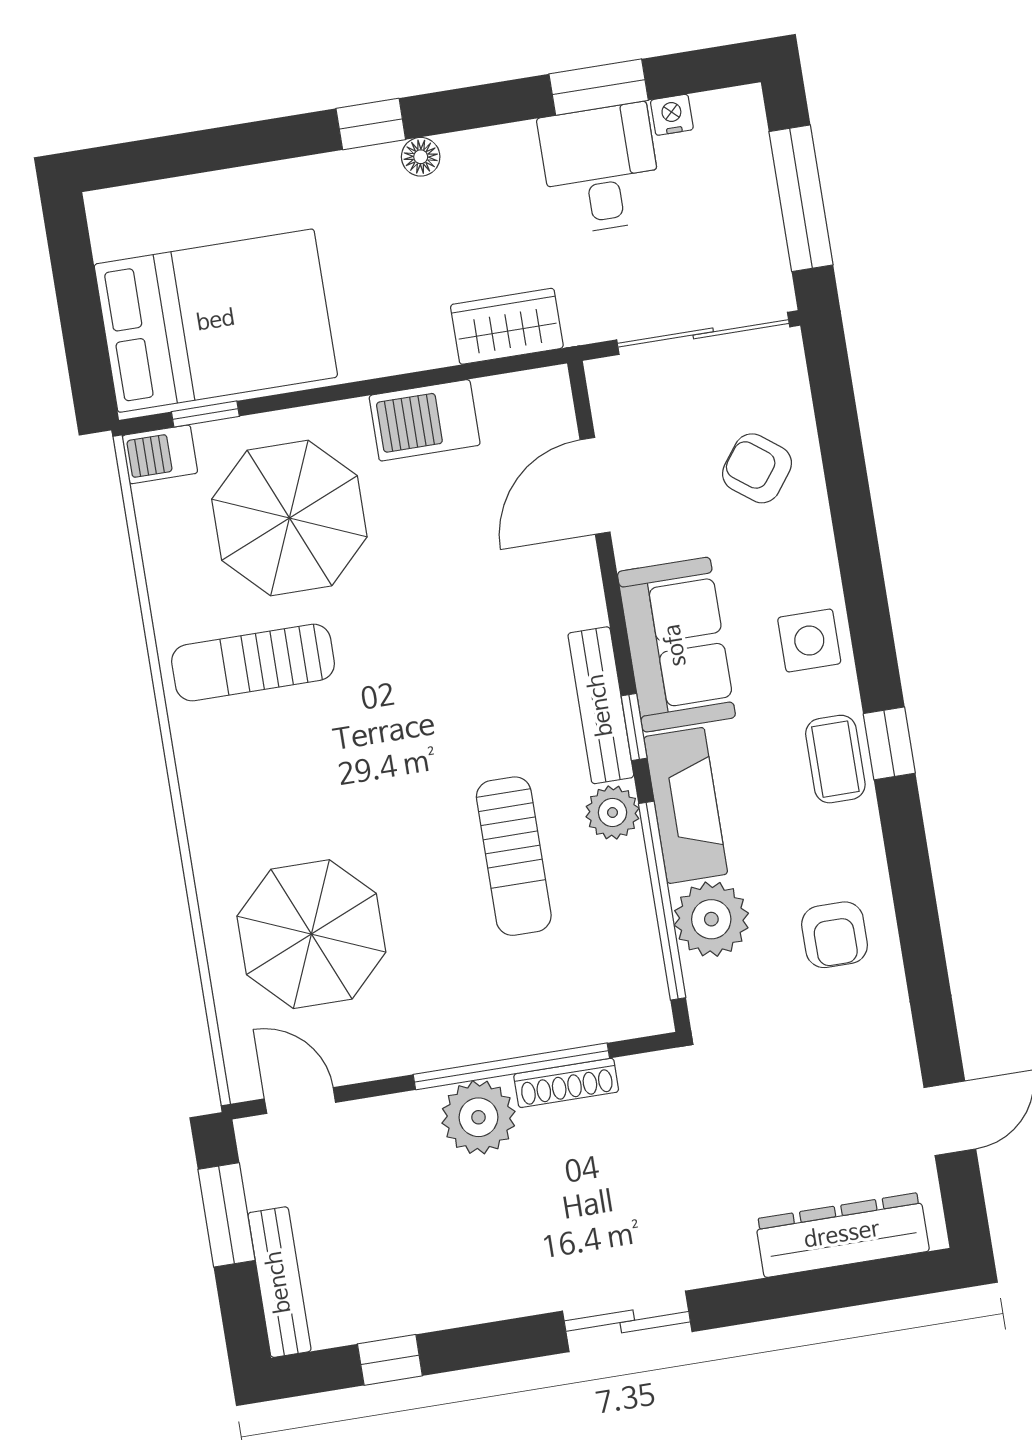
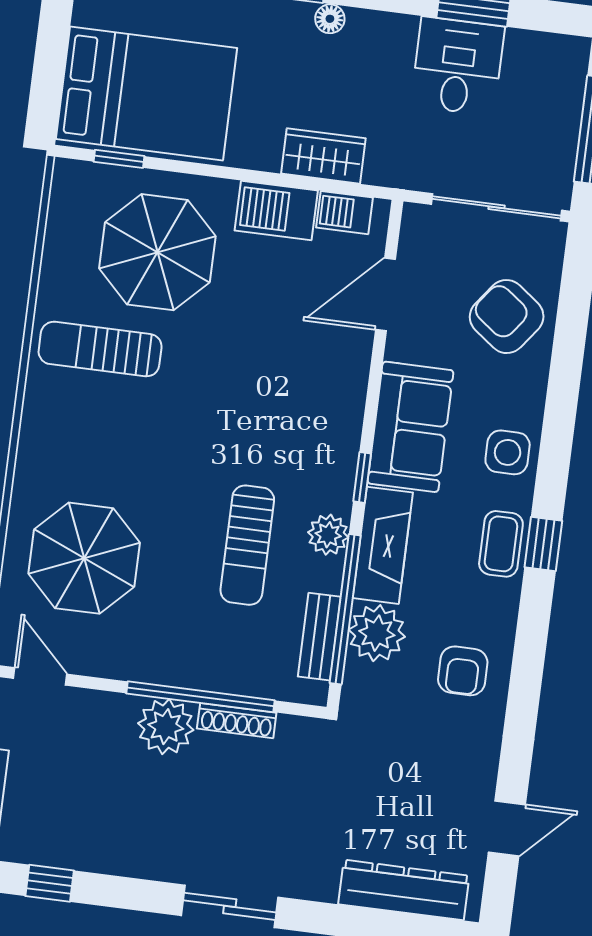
nightstand: (672, 115) -> (521, 42), removed
wardrobe: (507, 326) -> (323, 156), moved
barbecue: (160, 454) -> (345, 213), moved
armchair: (757, 468) -> (507, 317), width x1.38, depth x1.38
bench: (601, 705) -> (319, 637), moved, width x0.73

